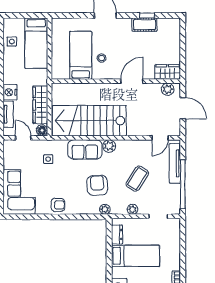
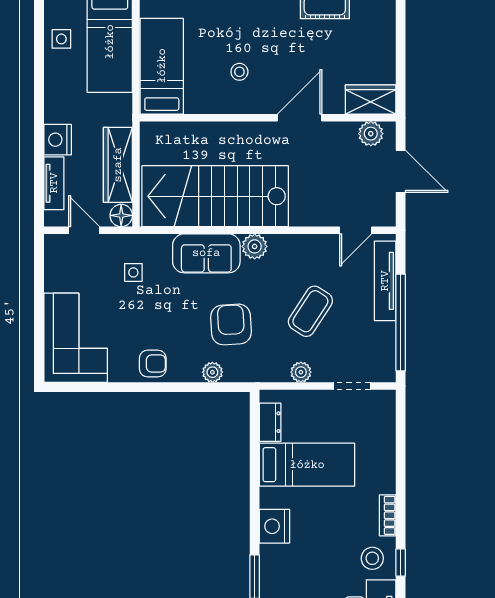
bed: (81, 55) -> (162, 66), moved
plant: (105, 209) -> (212, 372), moved

